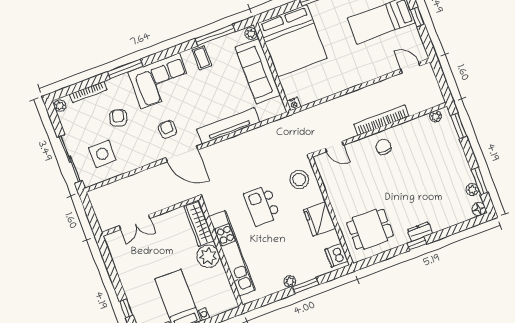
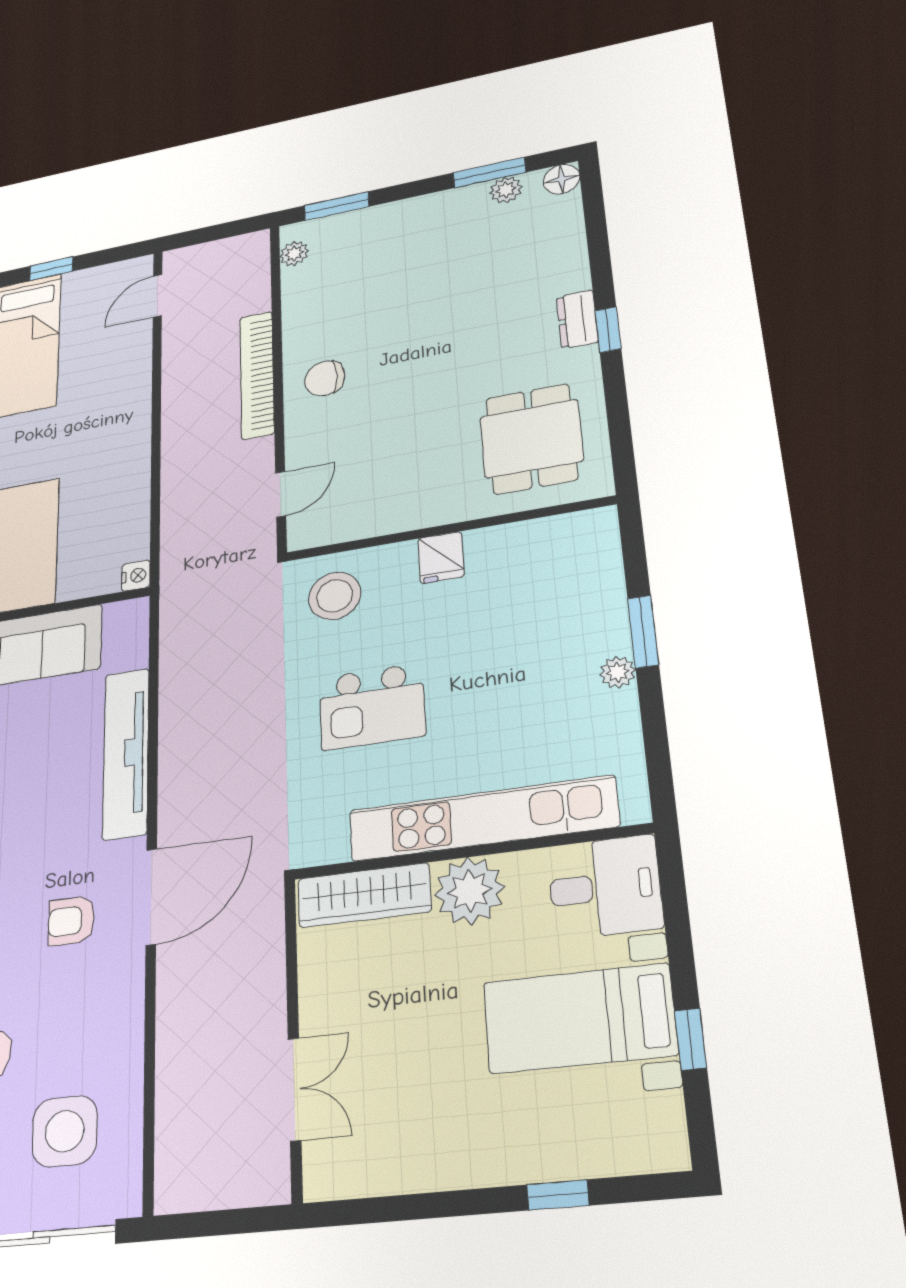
fridge: (319, 219) -> (441, 558), width x0.53, depth x0.75
dishwasher: (336, 255) -> (578, 534), removed
desk: (219, 297) -> (605, 887), added

